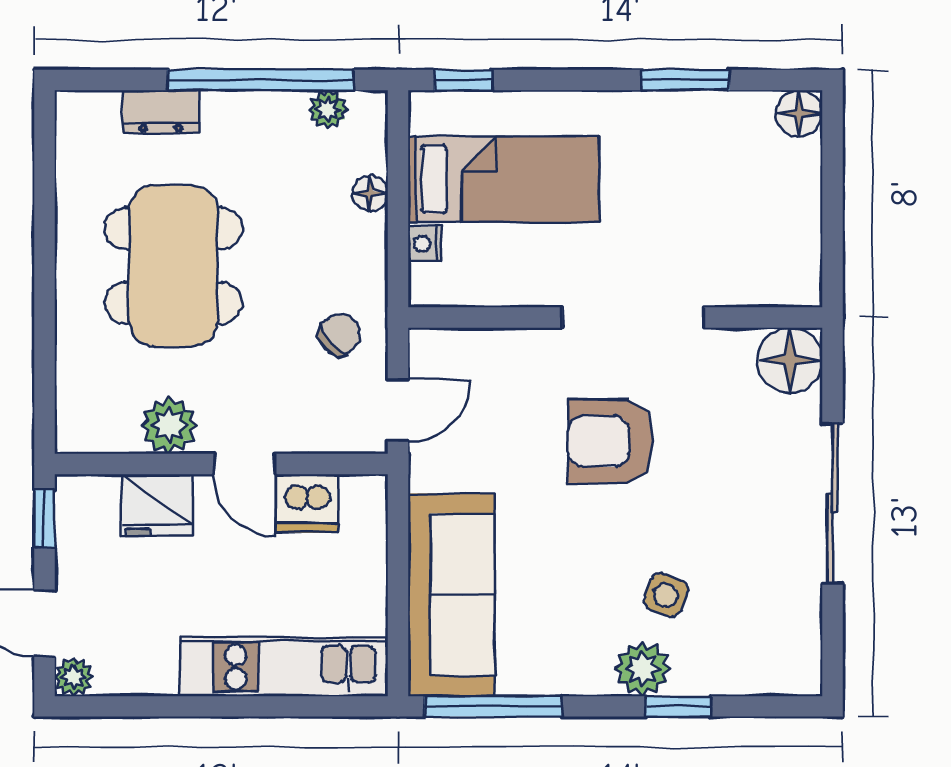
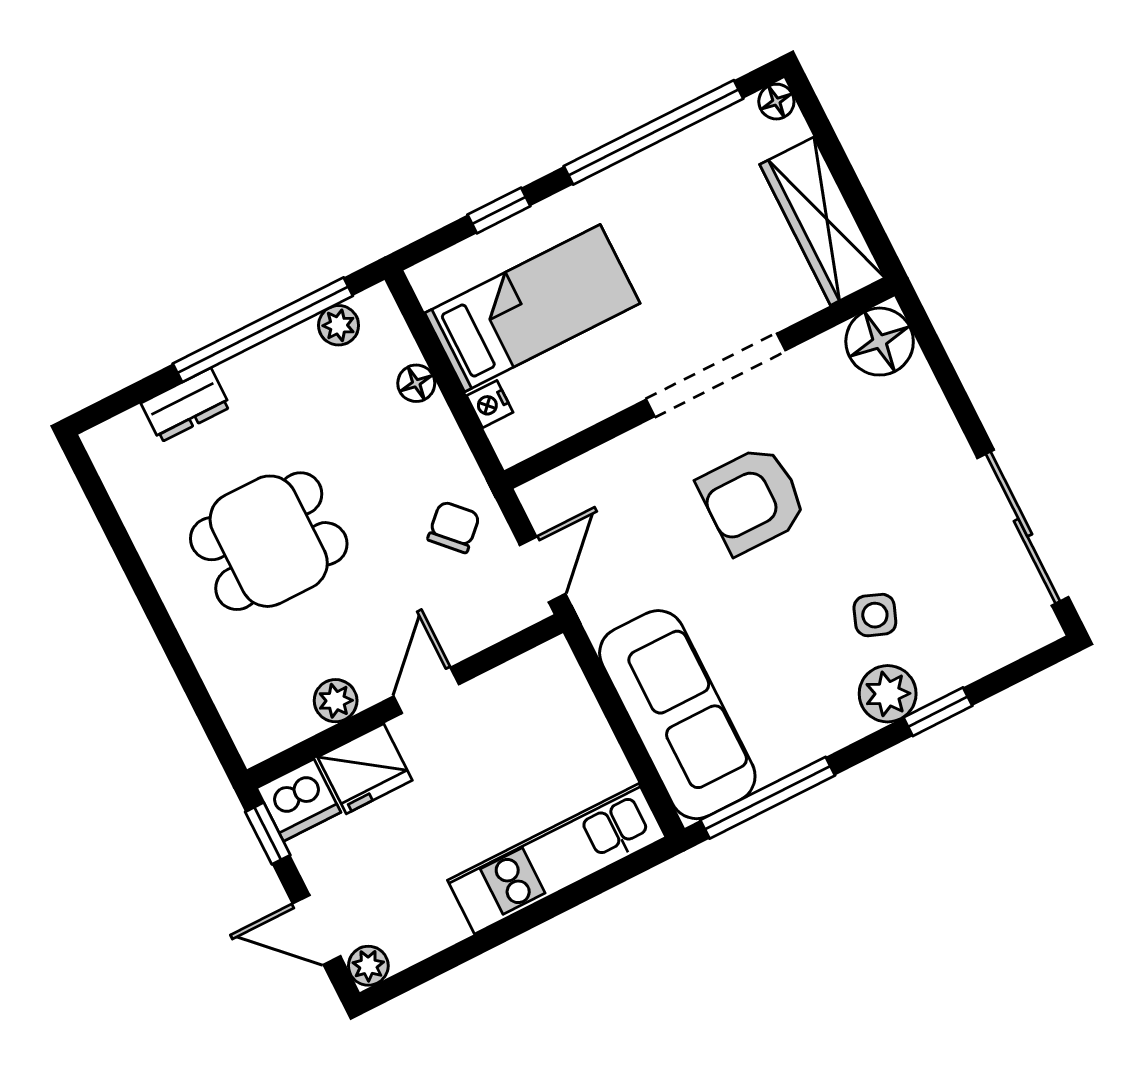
window: (464, 80) -> (499, 210), moved
window: (685, 80) -> (654, 132), width x2.11
floor lamp: (799, 113) -> (776, 102), width x0.73, depth x0.73
wardrobe: (793, 231) -> (822, 221), added
dining table: (173, 266) -> (269, 541), width x0.73
plant: (169, 425) -> (336, 701), width x0.73, depth x0.73
door: (244, 464) -> (426, 690), swing flipped
dishwasher: (307, 503) -> (299, 800), moved
sliding door: (833, 503) -> (1023, 528), moved

